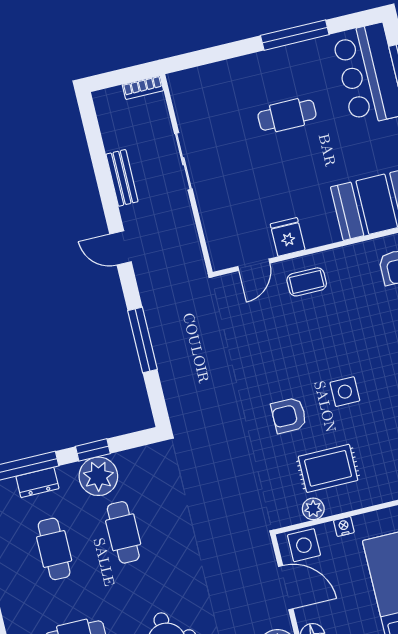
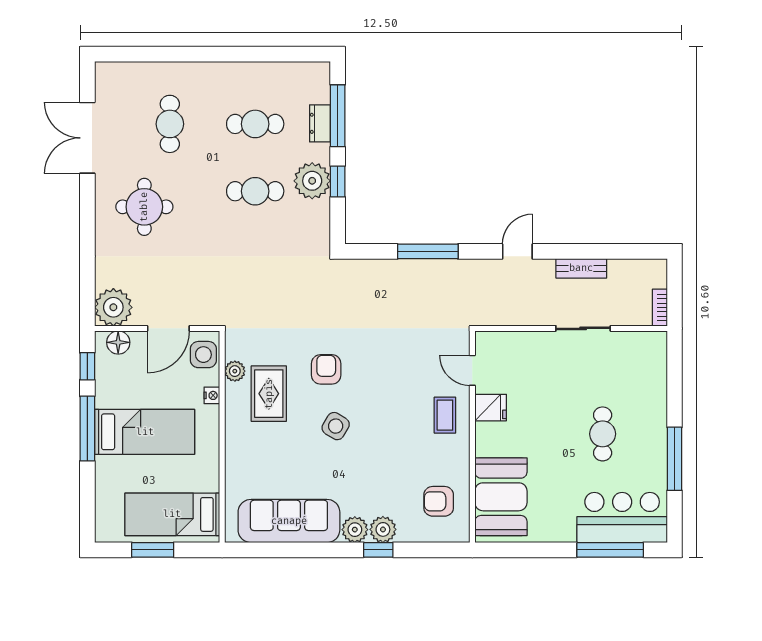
side table: (345, 392) -> (336, 426), turned 31

